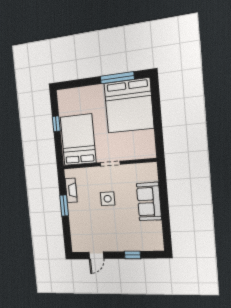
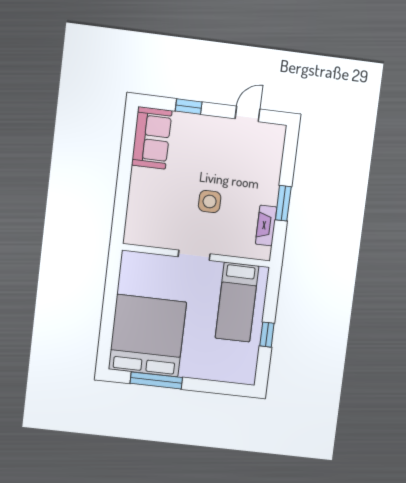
bed: (78, 140) -> (237, 302), width x0.67
sofa: (149, 202) -> (152, 138), moved

